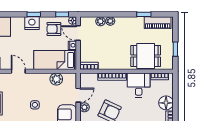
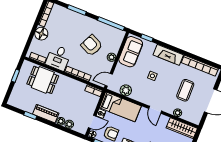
piano: (158, 23) -> (46, 114), moved
door: (78, 33) -> (92, 122), hinge flipped
door: (78, 95) -> (109, 80), moved

